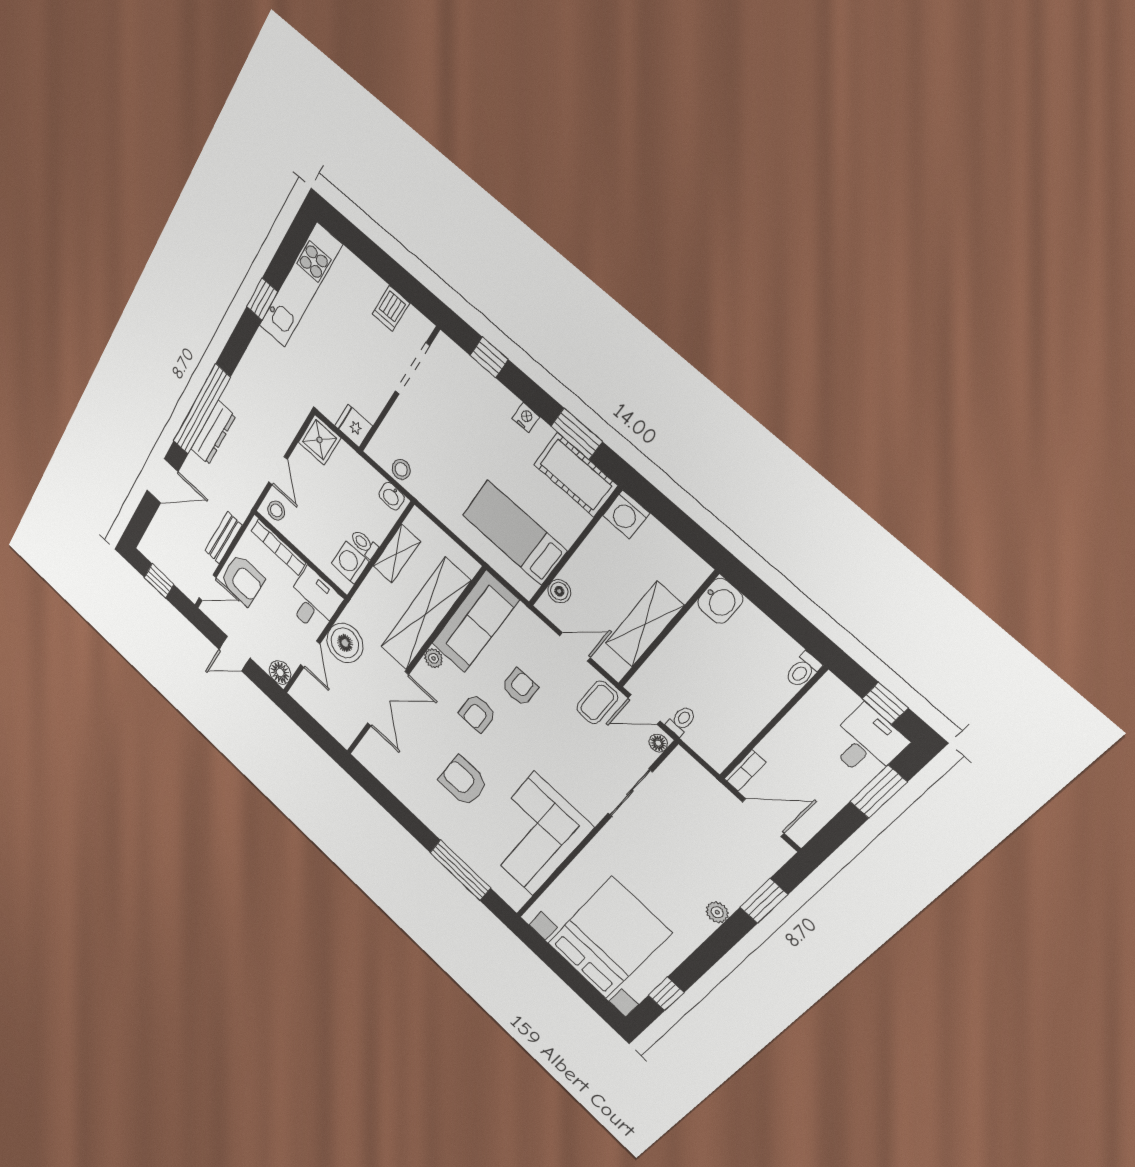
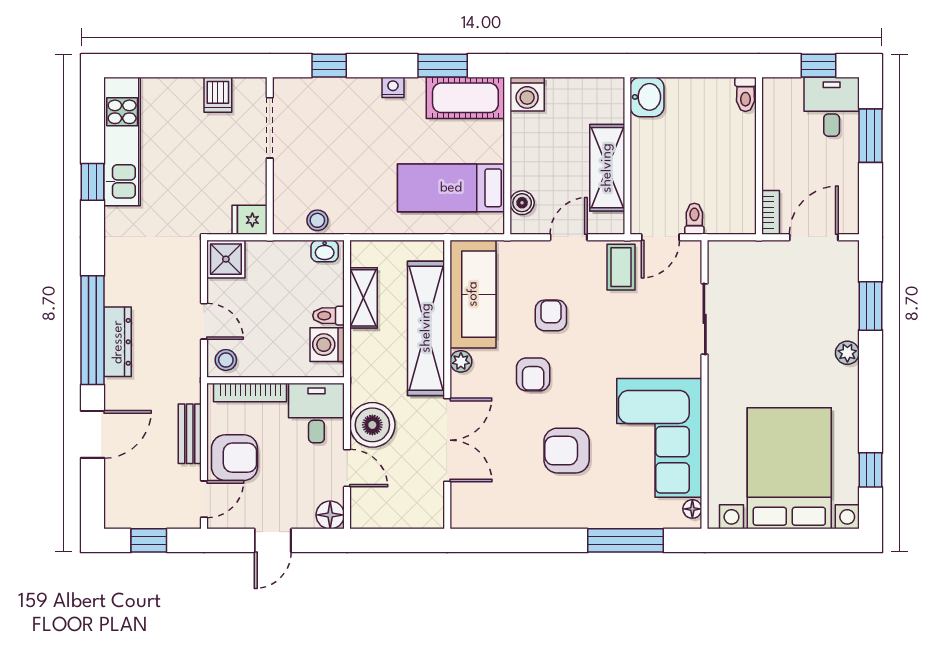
floor lamp: (658, 743) -> (692, 509), moved

